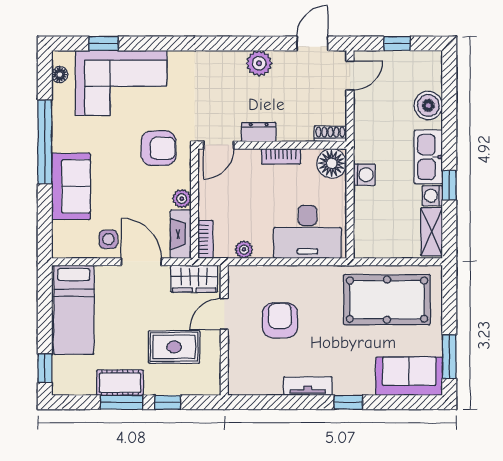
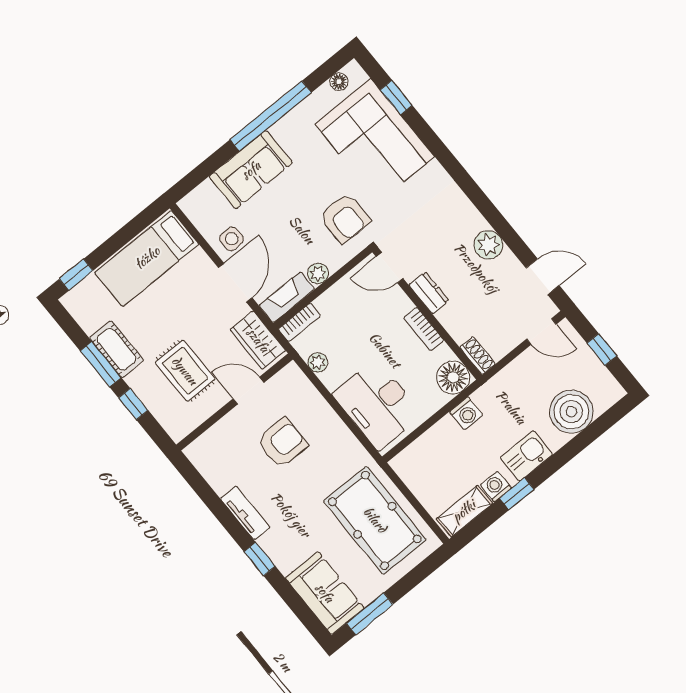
boiler: (428, 105) -> (571, 412), width x1.37, depth x1.37
kitchen sink: (428, 157) -> (526, 456), width x0.73

